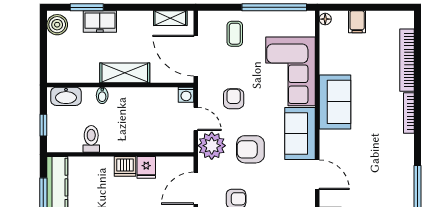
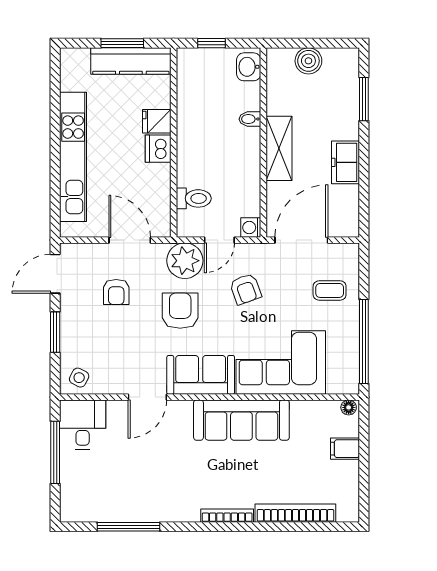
shelving: (170, 18) -> (350, 207), removed
freezer: (100, 21) -> (345, 162), moved
boiler: (57, 25) -> (308, 61), moved
washbasin: (66, 96) -> (249, 67), width x0.72
armchair: (234, 99) -> (246, 289), turned 70
sofa: (335, 102) -> (241, 420), width x1.36
toilet: (91, 139) -> (194, 198), moved
fridge: (146, 167) -> (157, 121), moved

